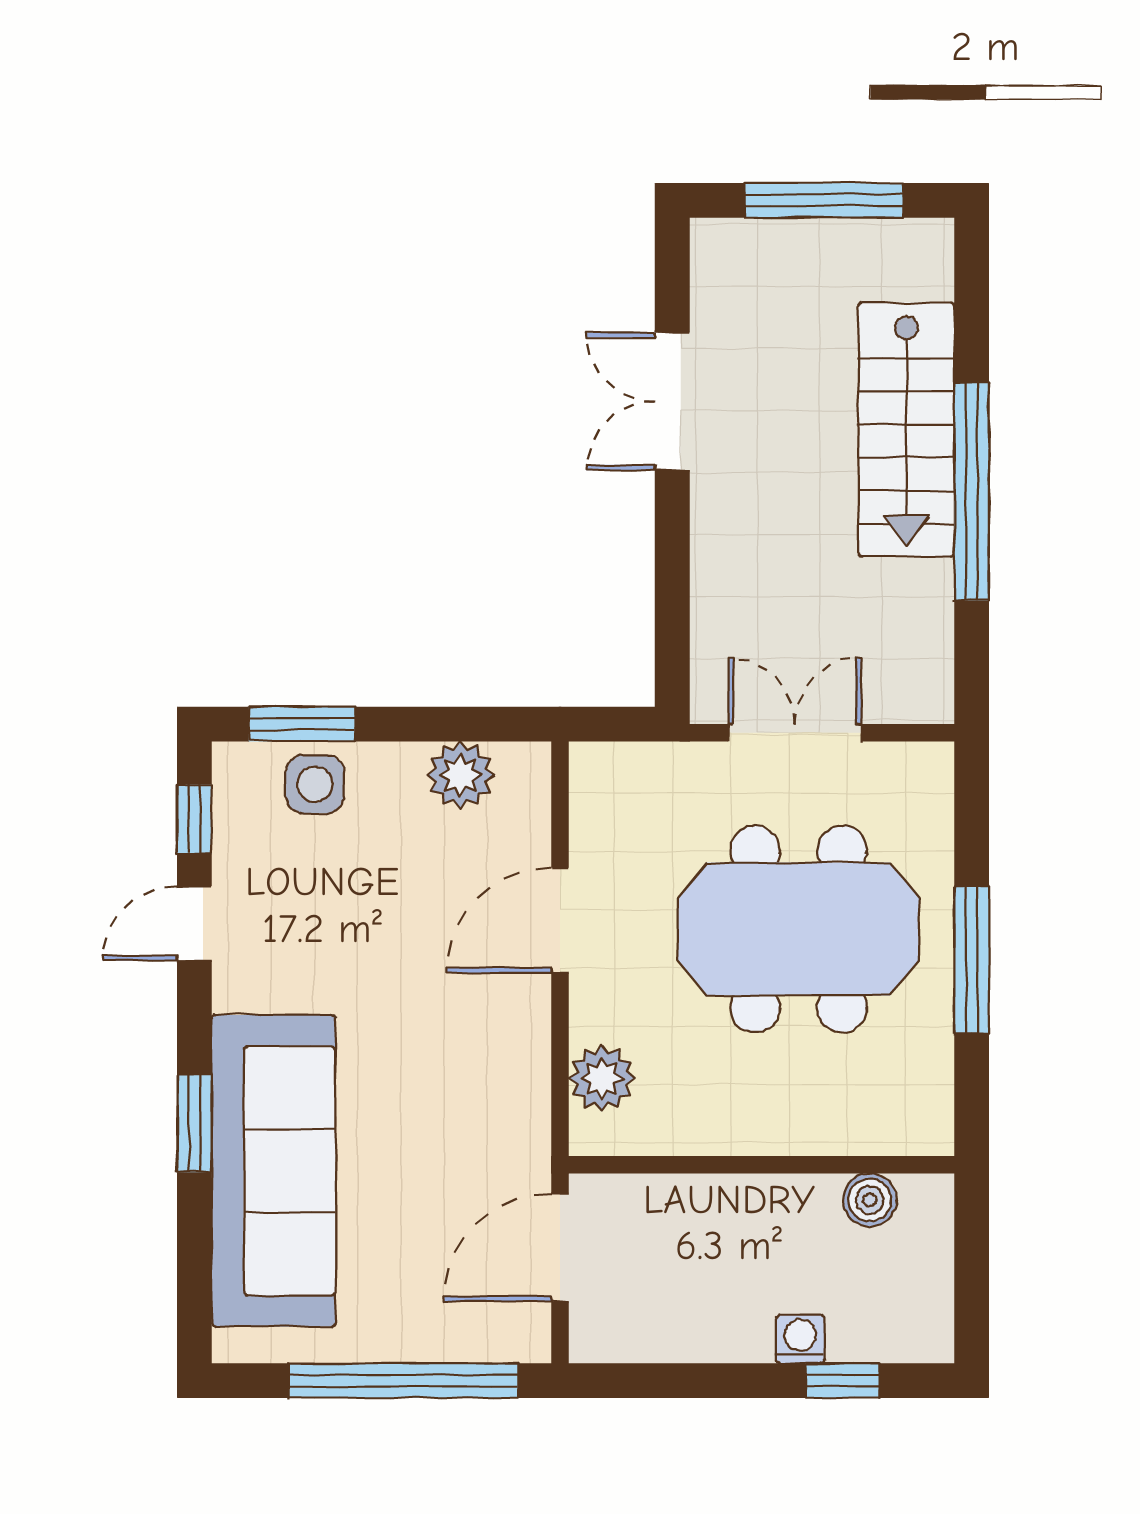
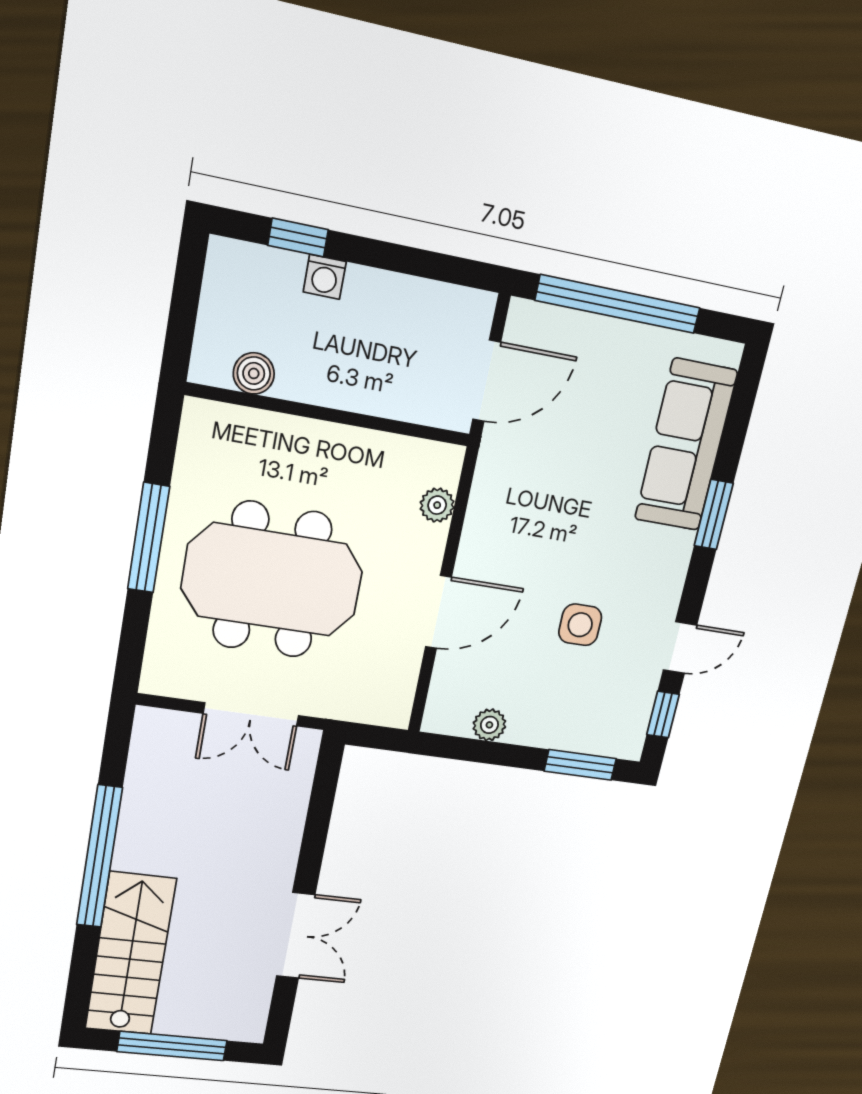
stairs: (906, 429) -> (131, 954), moved
plant: (461, 775) -> (489, 725), width x0.73, depth x0.73
side table: (315, 784) -> (580, 625), moved
plant: (602, 1078) -> (437, 505), width x0.73, depth x0.73
sofa: (274, 1171) -> (686, 445), width x0.74, depth x0.79

